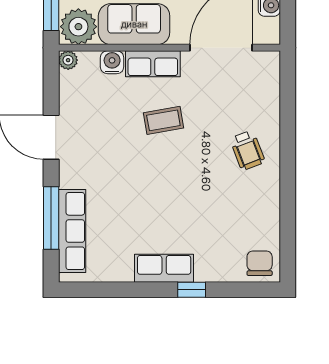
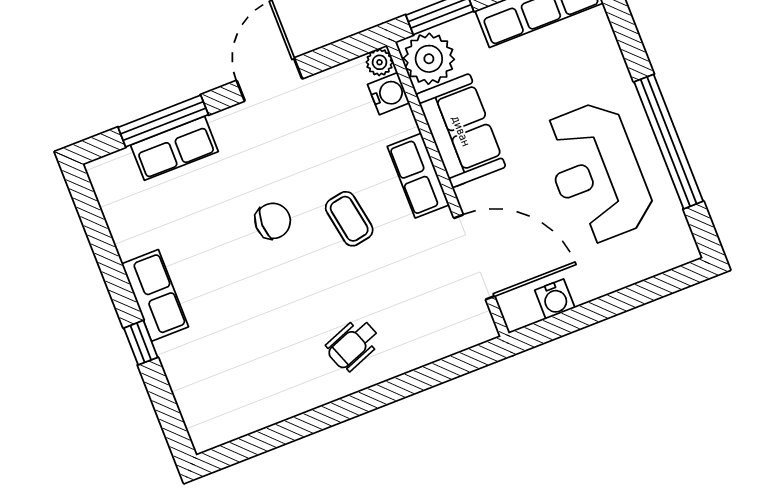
water cooler: (112, 62) -> (389, 94), moved
row of seats: (72, 231) -> (174, 148), width x0.68
chair: (260, 263) -> (273, 221), moved

